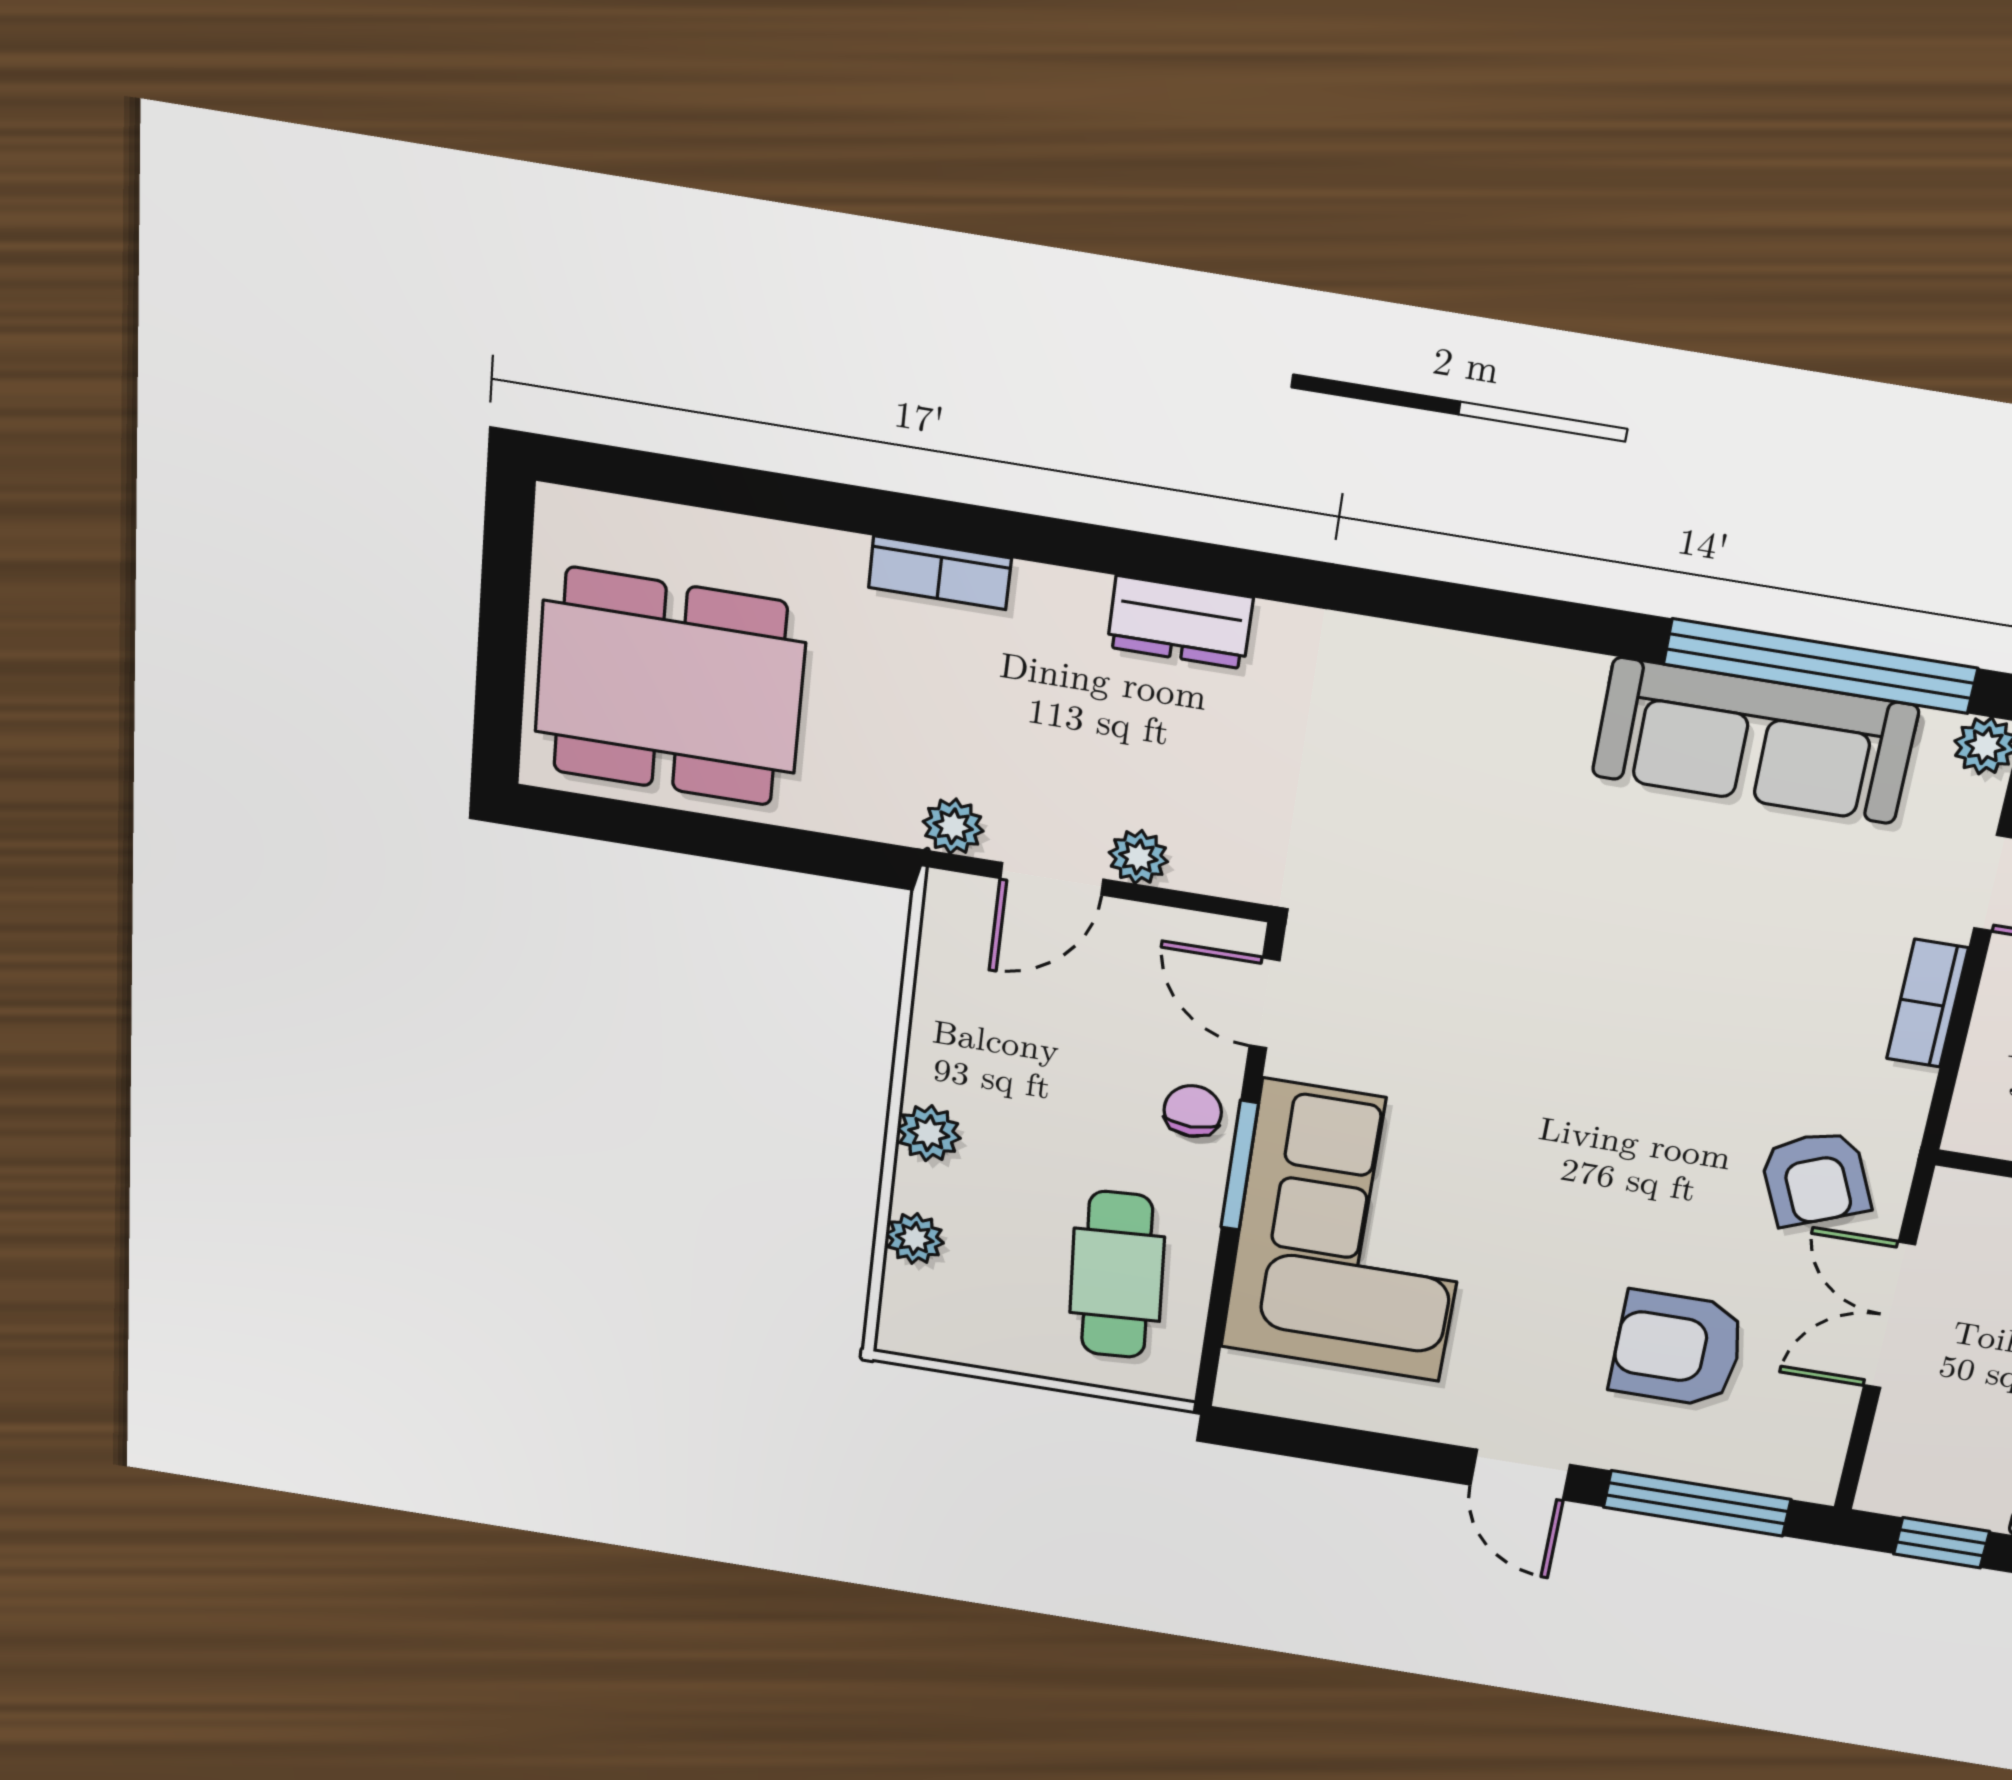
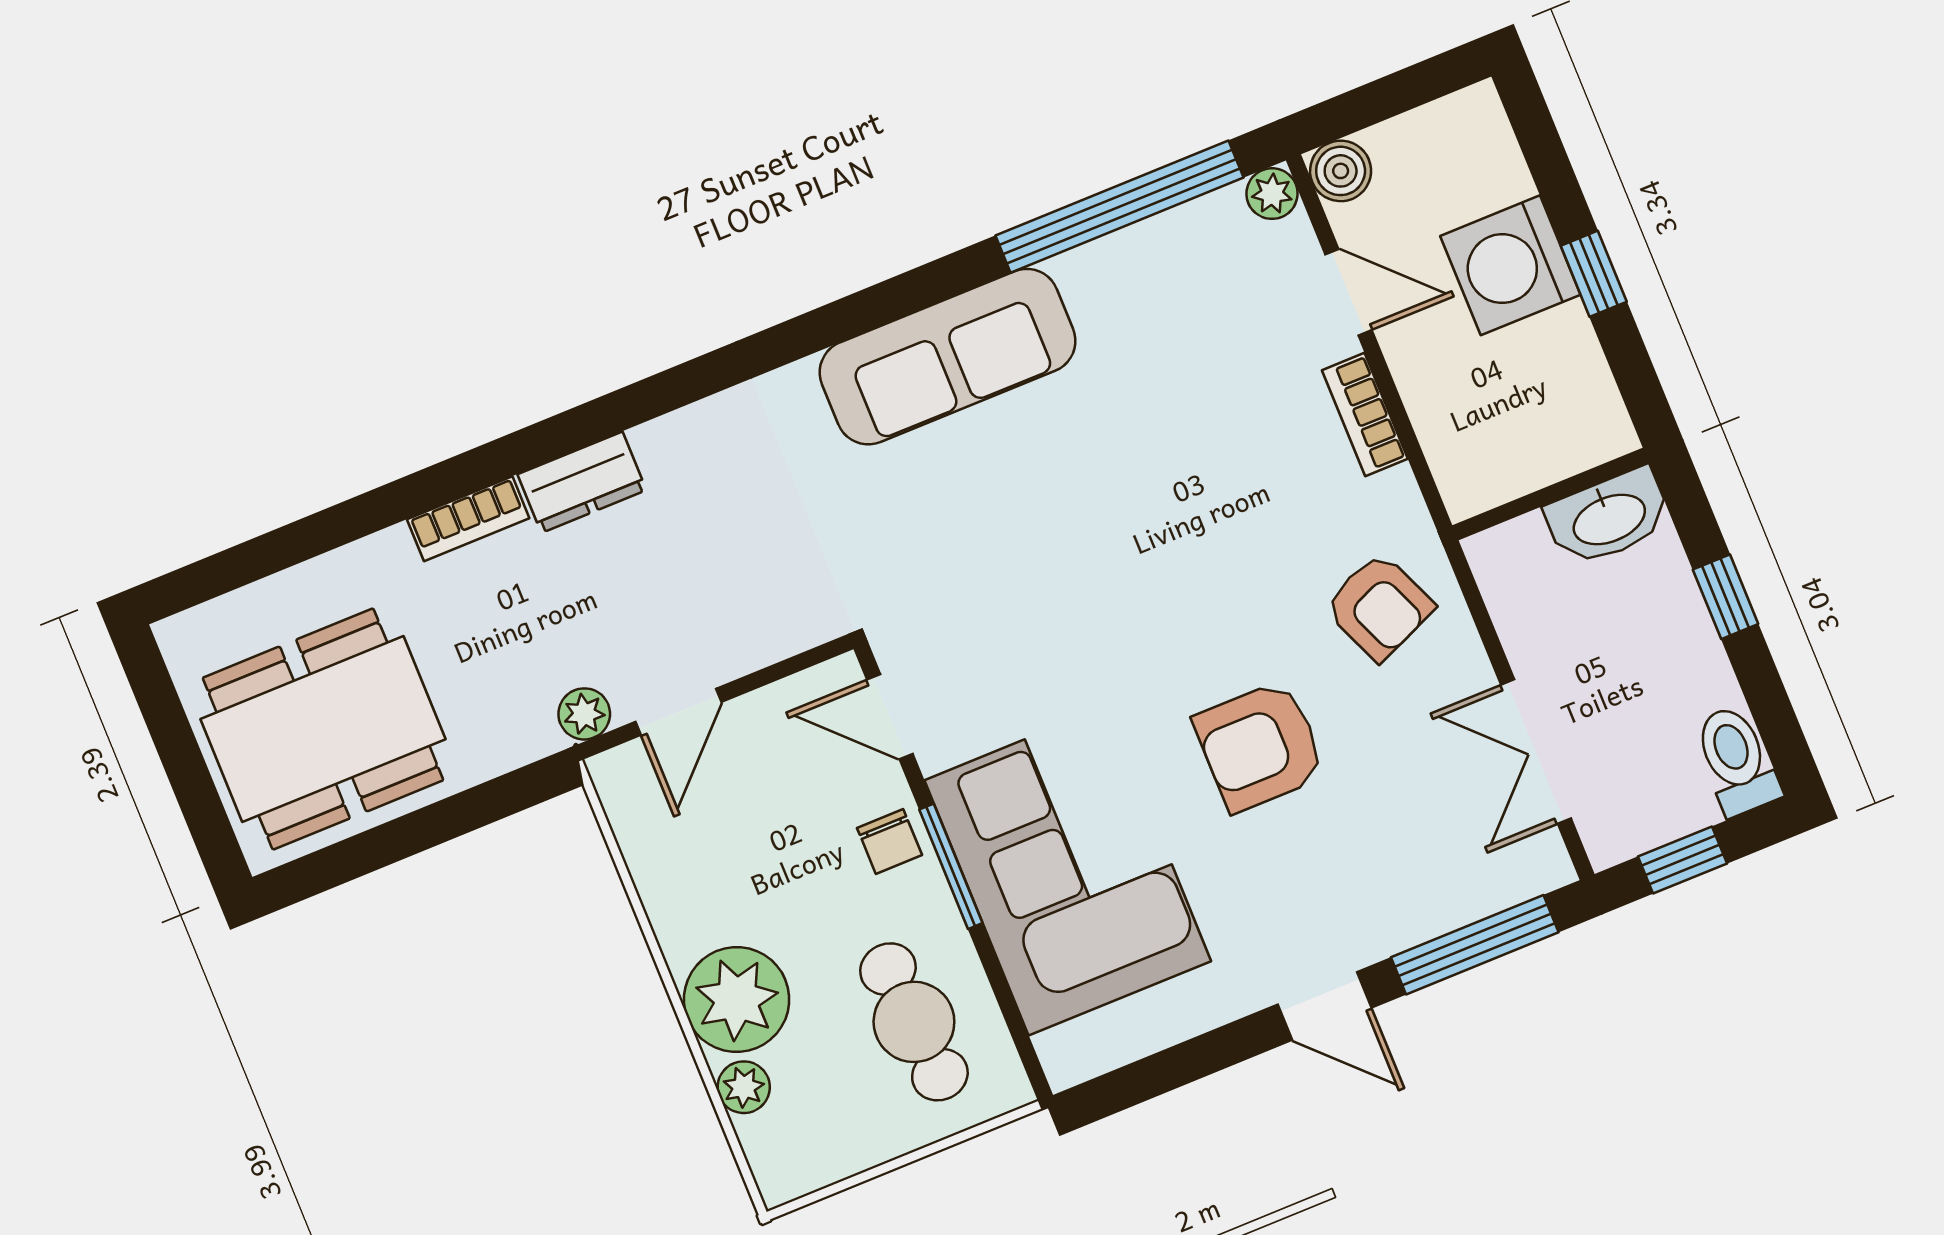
dresser: (1180, 622) -> (582, 482), moved
sofa: (1755, 741) -> (948, 357), moved
plant: (1138, 857) -> (731, 655), removed
chair: (1193, 1111) -> (890, 841), turned 180
plant: (929, 1133) -> (737, 999), width x1.88, depth x1.88
double door: (1889, 1315) -> (1536, 752), moved
armchair: (1677, 1349) -> (1260, 746), moved

